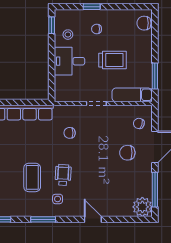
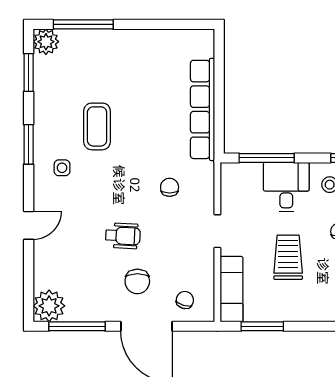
trolley: (112, 60) -> (288, 257), turned 180
window: (52, 73) -> (267, 158), added
chair: (127, 153) -> (137, 281), turned 180
wheelchair: (63, 175) -> (123, 236), moved
coffee table: (32, 177) -> (97, 126), turned 90

